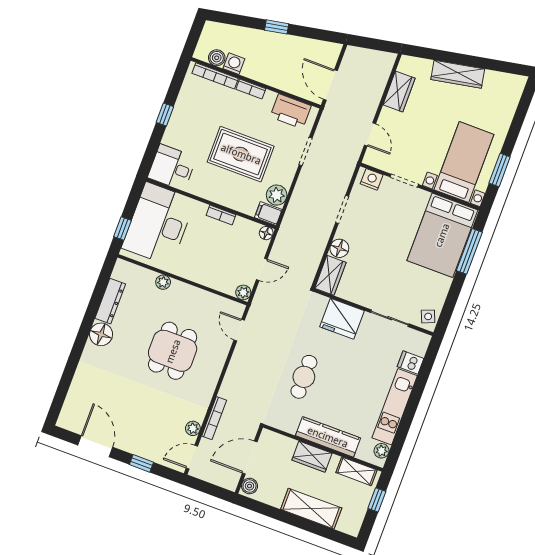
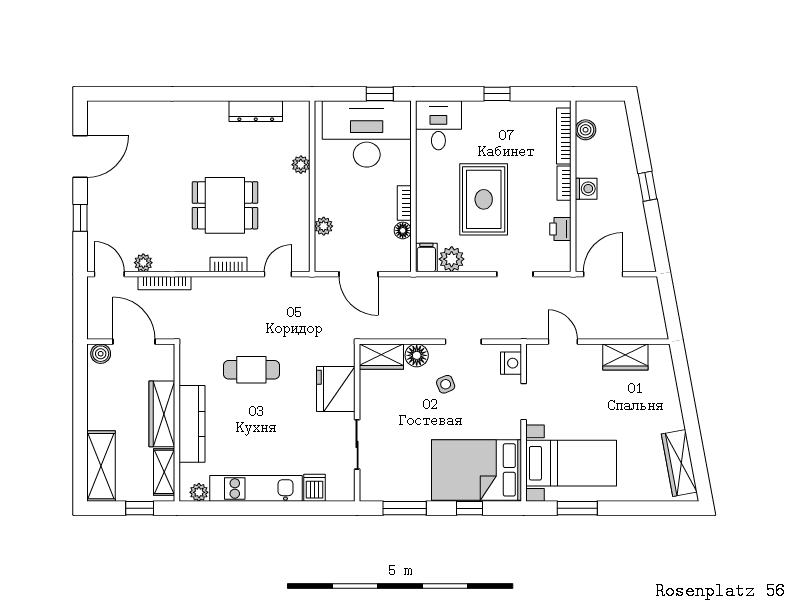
washing machine: (234, 64) -> (586, 189), moved
wardrobe: (458, 74) -> (679, 463), moved
printer: (291, 111) -> (560, 229), width x0.53, depth x0.68
door: (370, 134) -> (563, 342), swing flipped
window: (122, 228) -> (380, 94), moved
floor lamp: (266, 233) -> (403, 230), moved
window: (469, 251) -> (469, 508), width x0.46
door: (262, 269) -> (359, 274), width x1.38
plant: (243, 292) -> (324, 226), moved
window: (451, 300) -> (405, 508), added
side table: (428, 316) -> (446, 384), moved
floor lamp: (101, 334) -> (213, 115), removed
bookcase: (218, 365) -> (229, 264), added
wardrobe: (312, 457) -> (162, 414), width x1.50
shelving: (311, 509) -> (101, 466), moved

